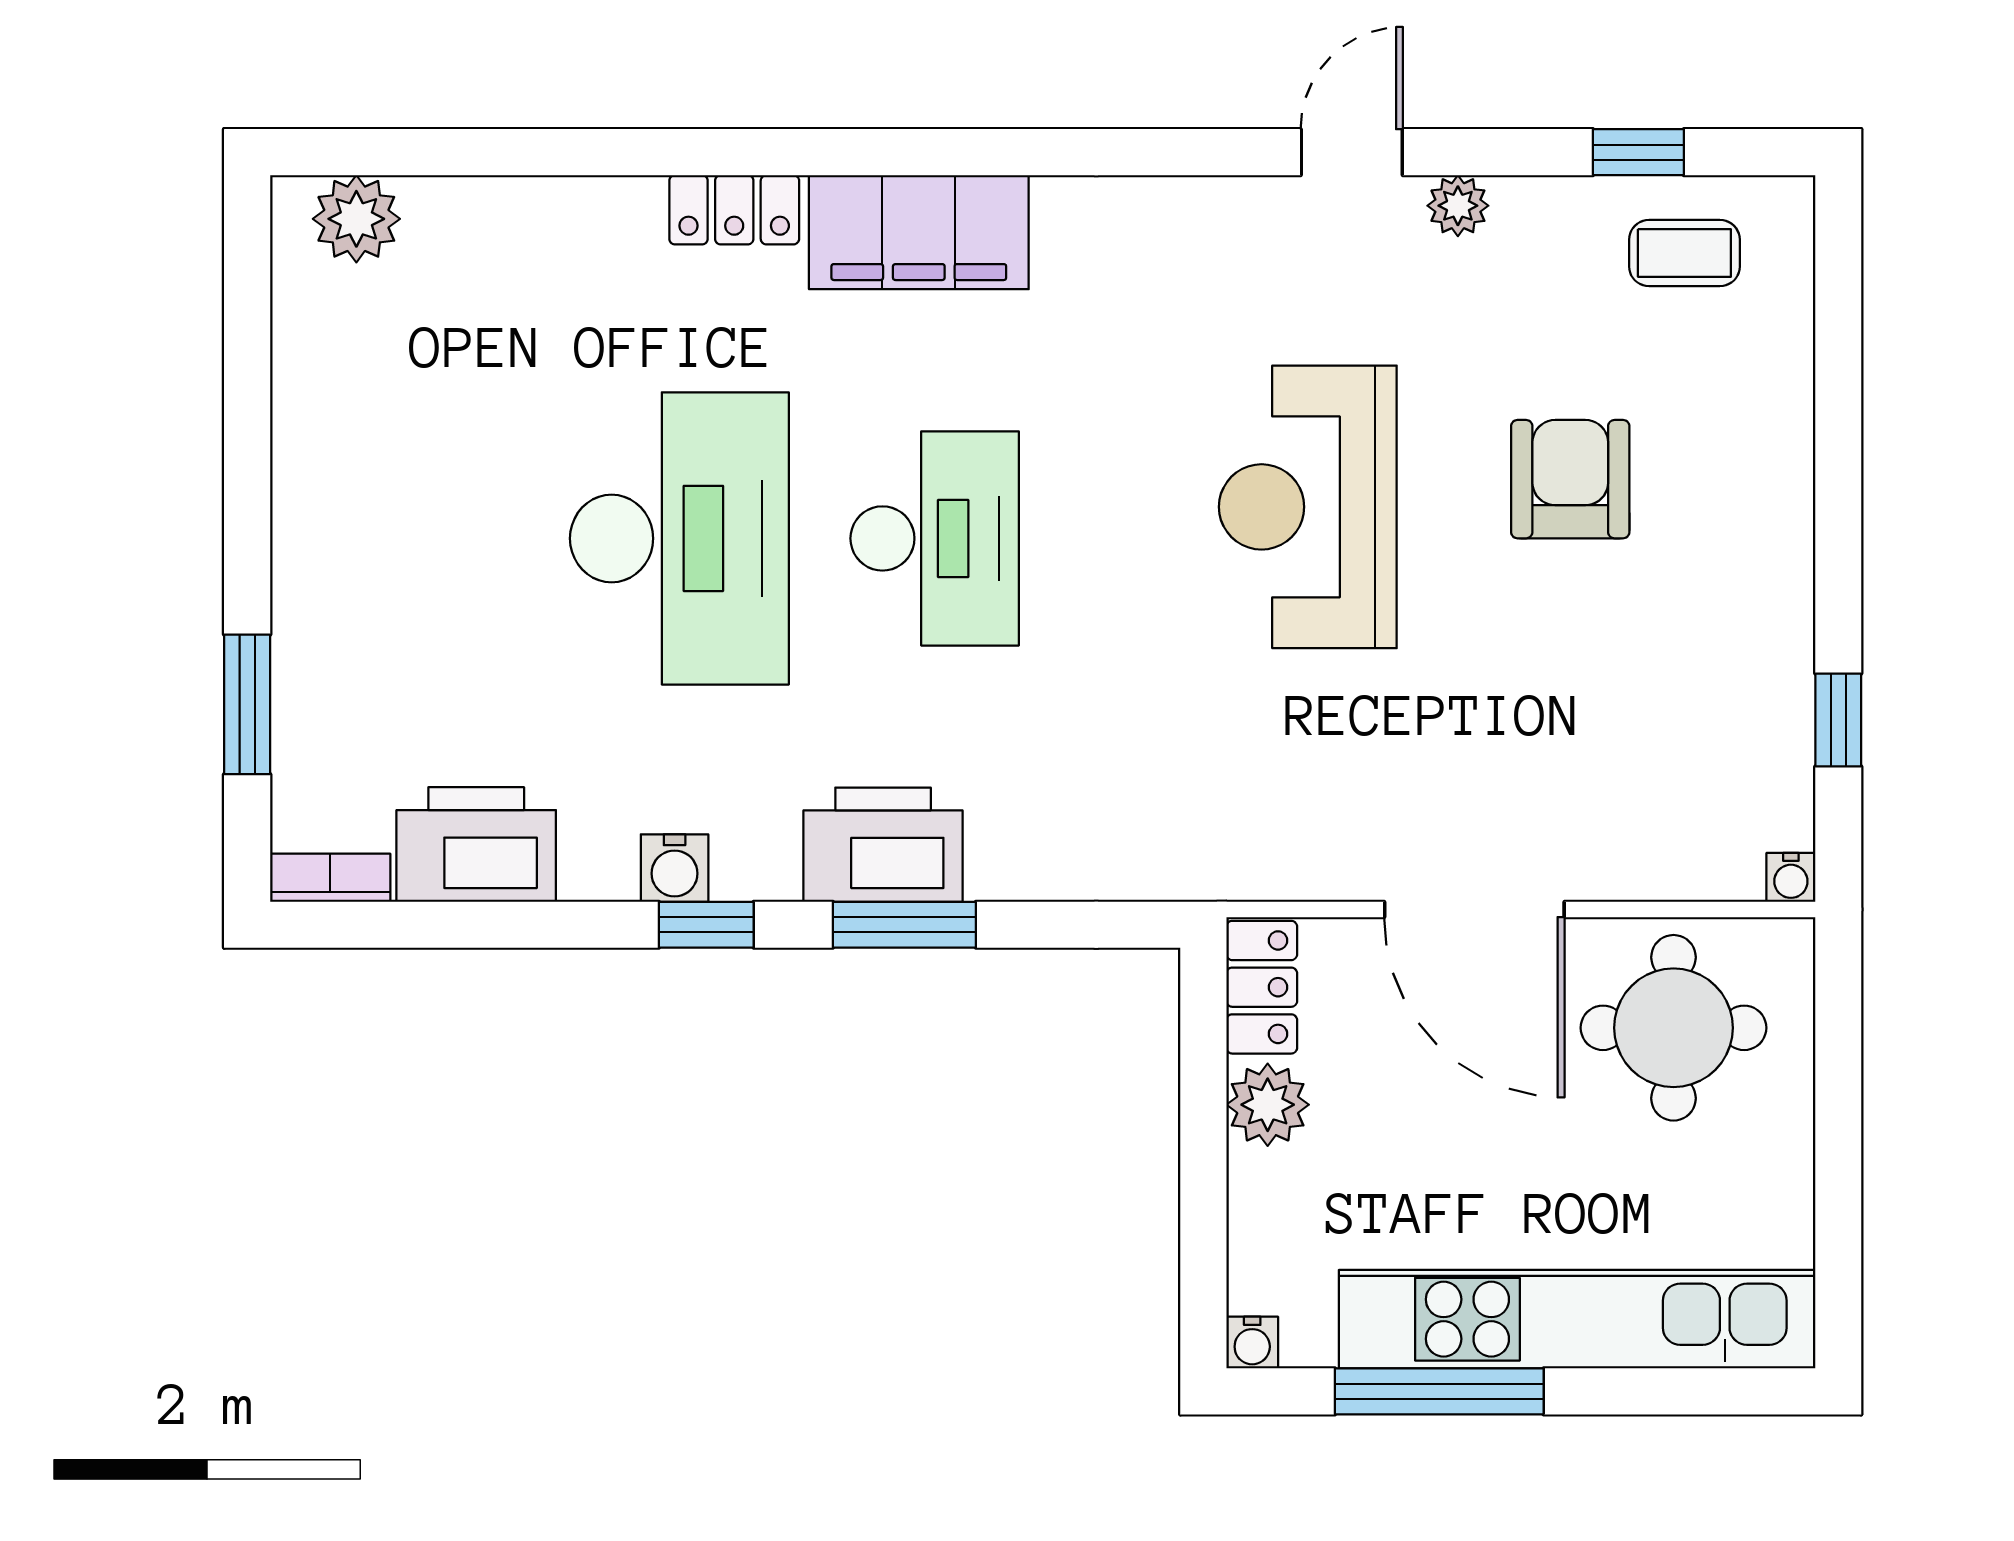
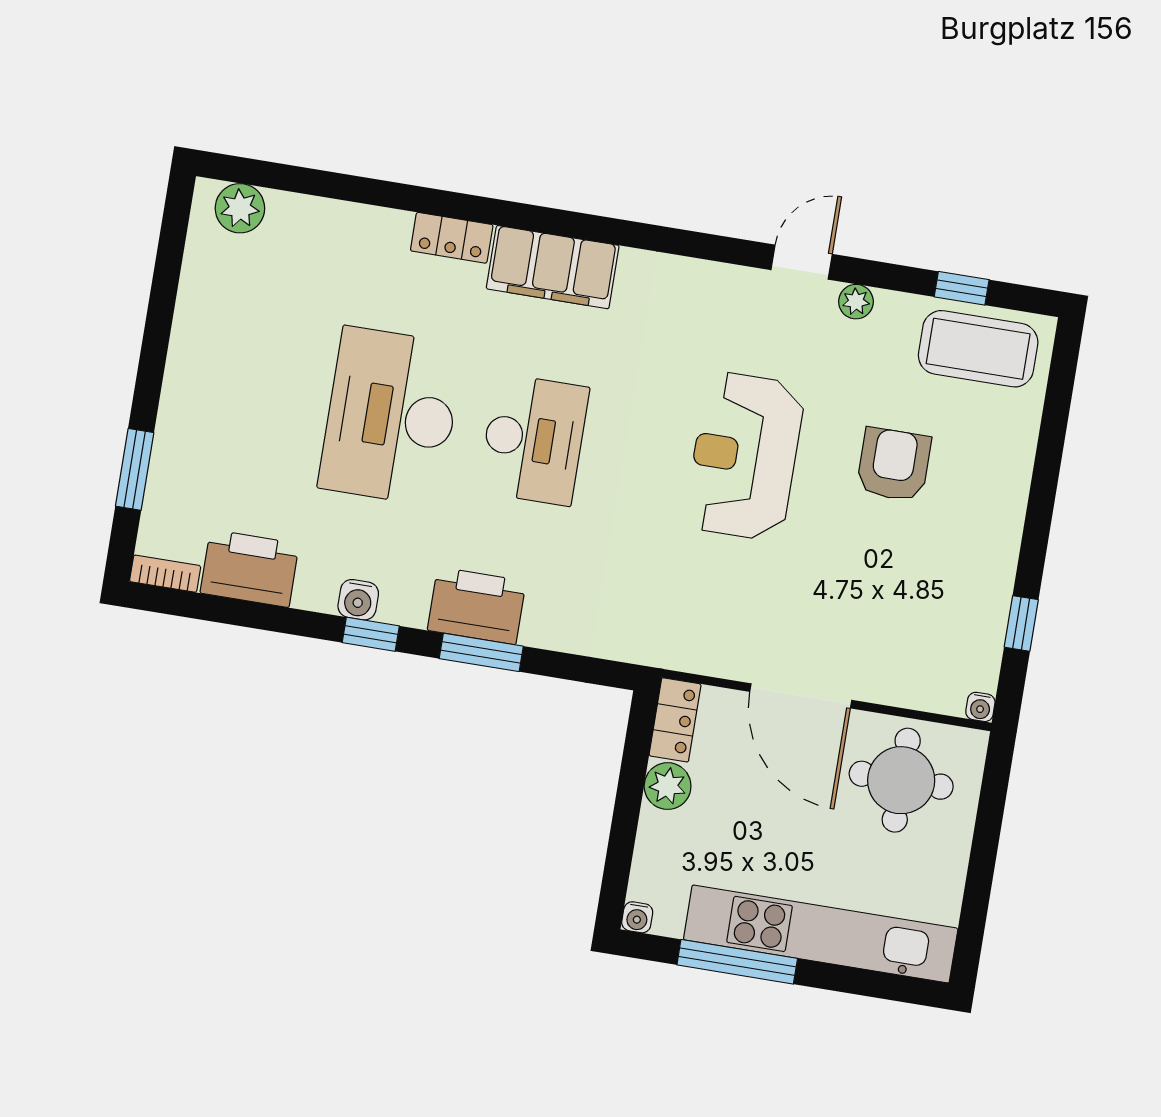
coffee table: (1684, 253) -> (978, 349), width x1.86, depth x1.72
desk: (679, 538) -> (391, 416), turned 180

